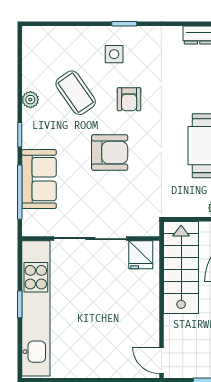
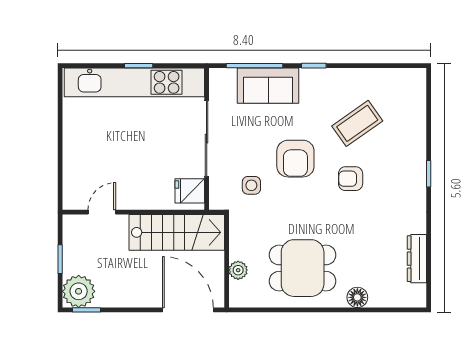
side table: (114, 54) -> (251, 185), moved
plant: (30, 100) -> (350, 77), removed
door: (161, 360) -> (102, 212), moved

